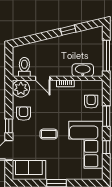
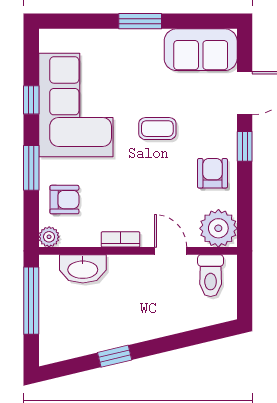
plant: (98, 85) -> (49, 237), added
armchair: (91, 102) -> (64, 200), turned -90
armchair: (24, 114) -> (212, 173), turned 180

